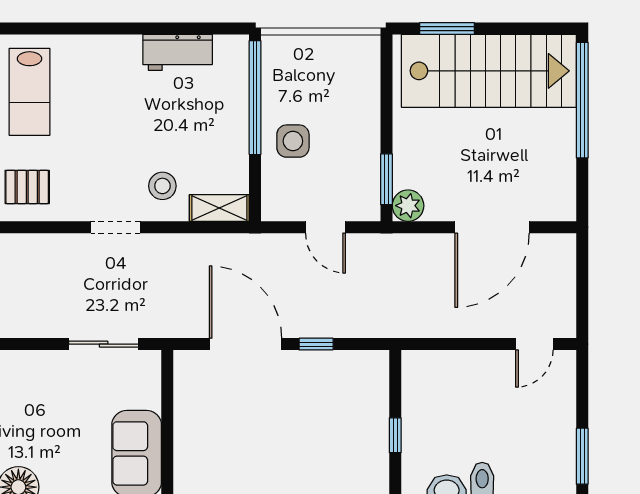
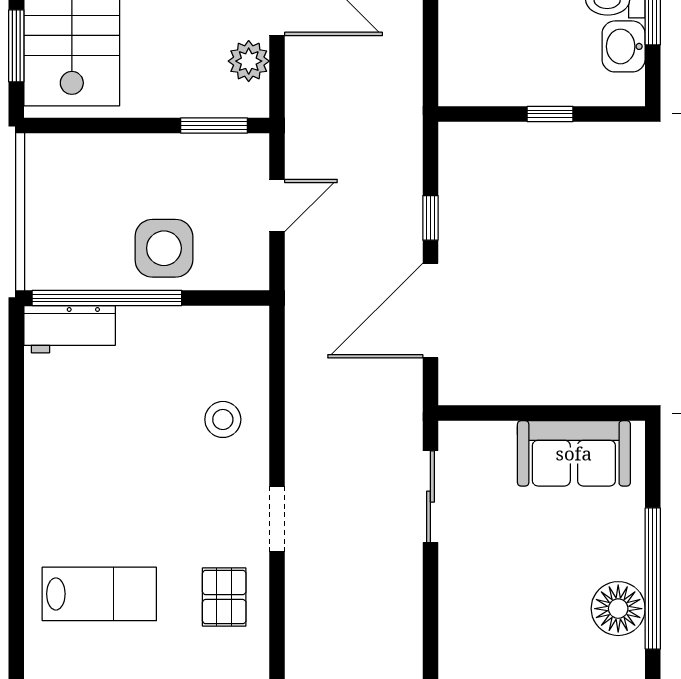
workbench: (178, 52) -> (70, 329), moved, turned 90
side table: (293, 141) -> (164, 248), width x1.37, depth x1.37
plant: (408, 206) -> (249, 61), moved
shelving: (219, 208) -> (252, 345), removed
doorway: (115, 227) -> (277, 519), moved

